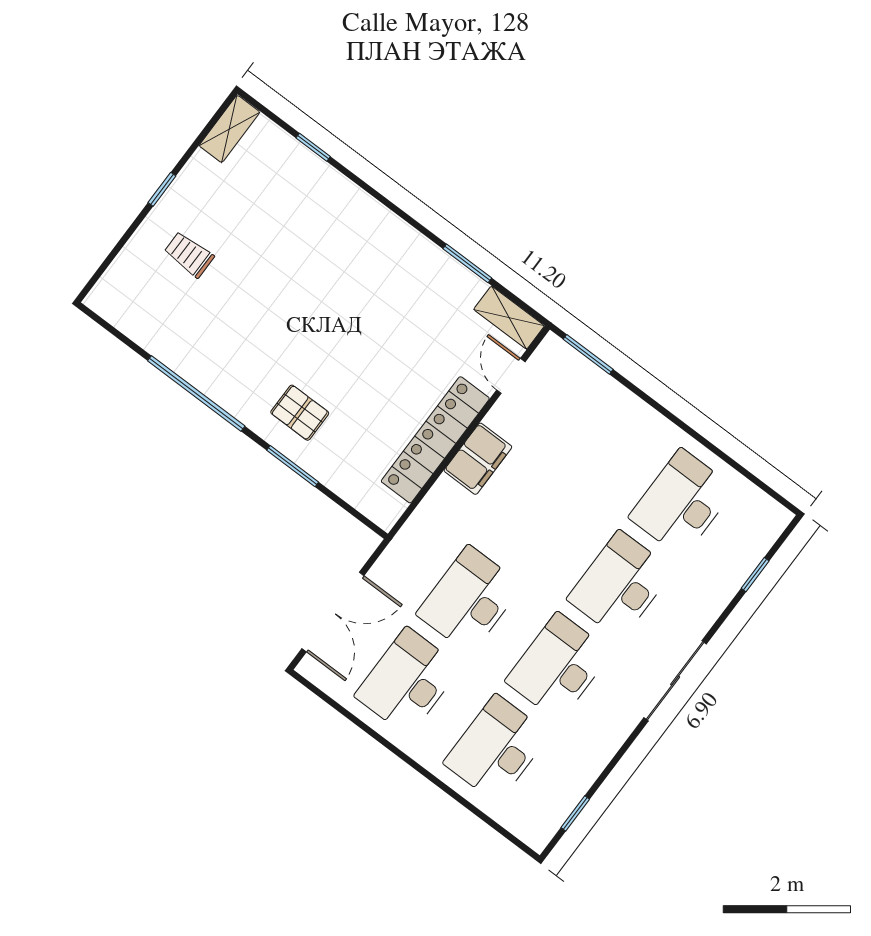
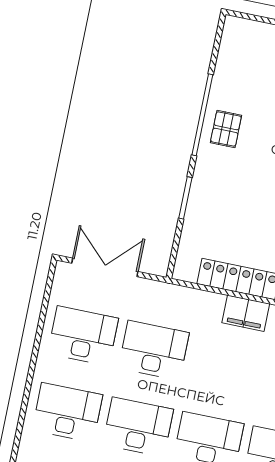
pallet: (300, 413) -> (226, 129), moved
double door: (333, 612) -> (105, 267), swing flipped

